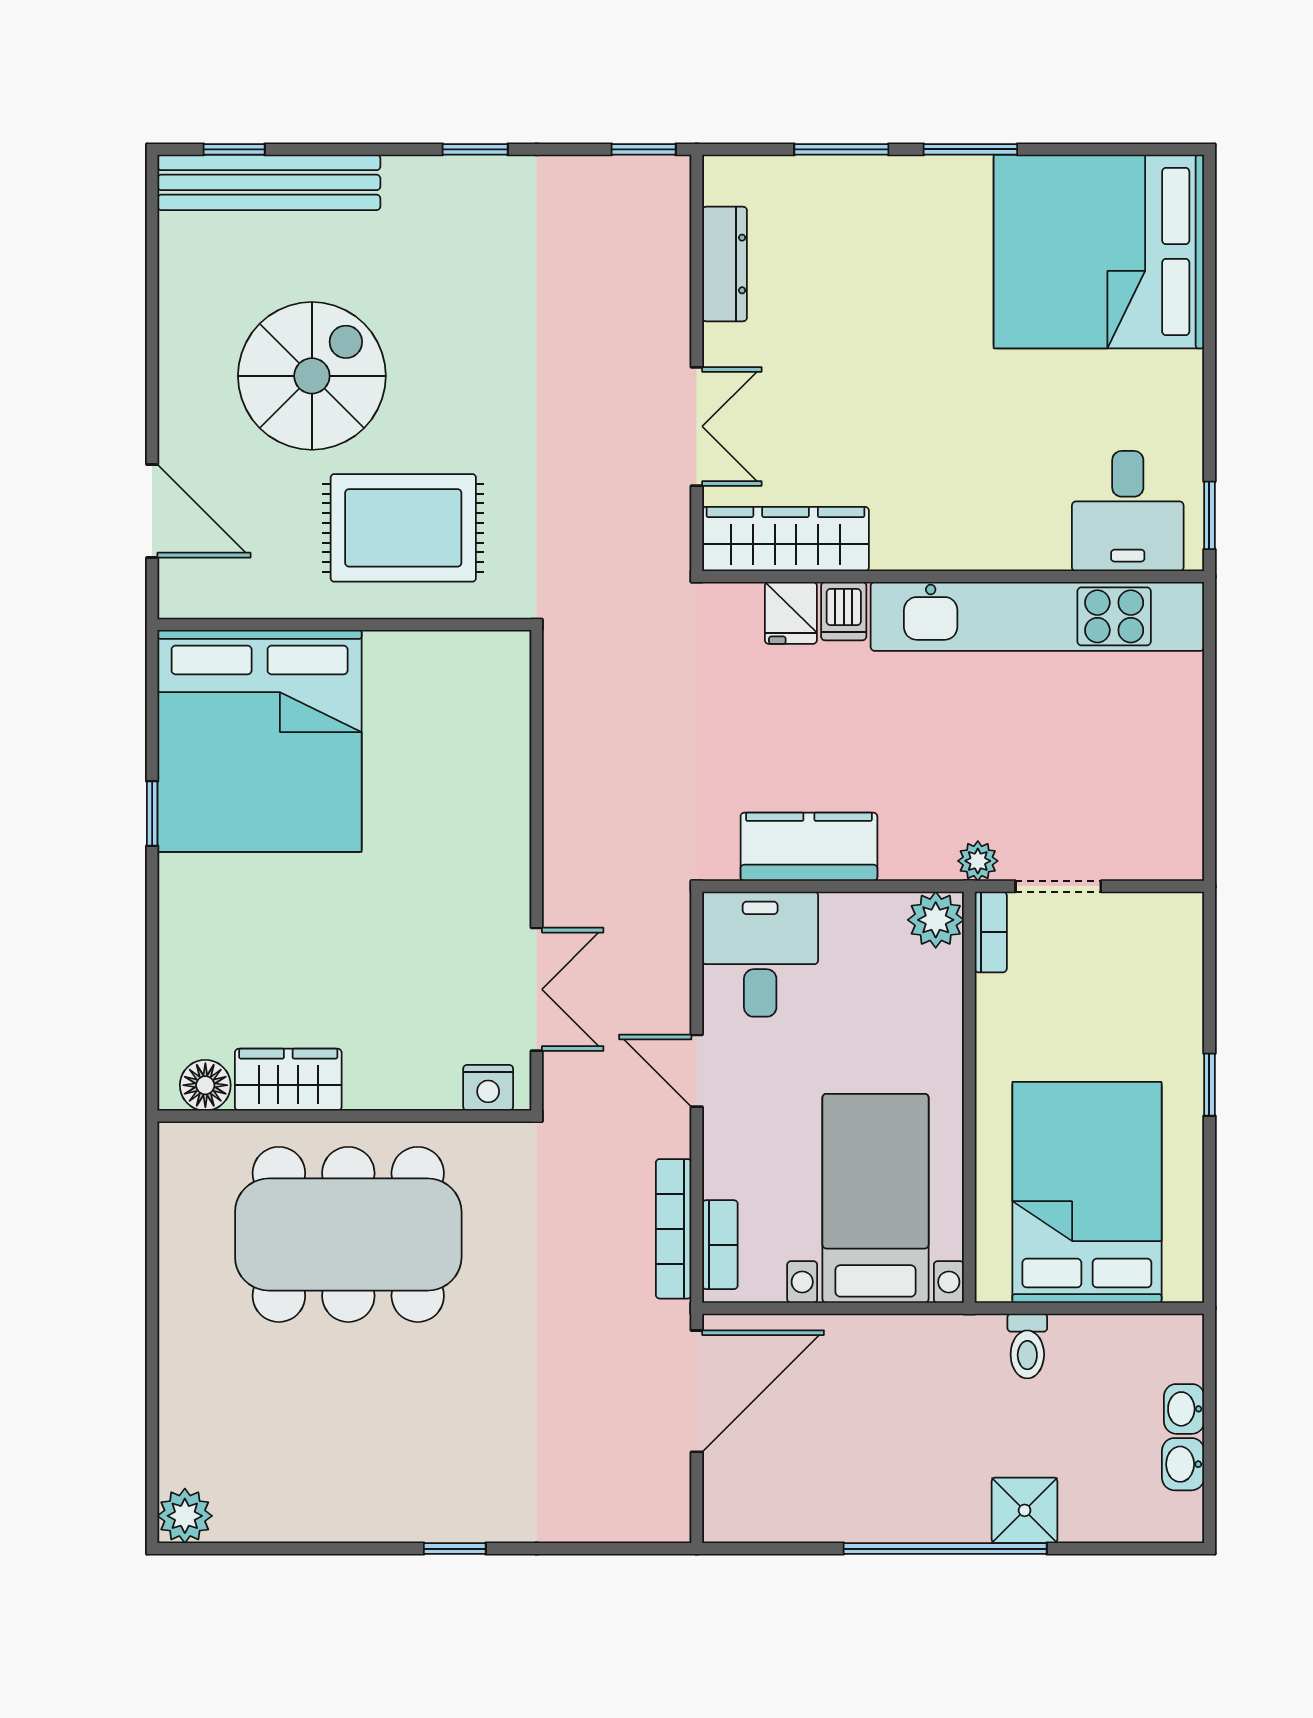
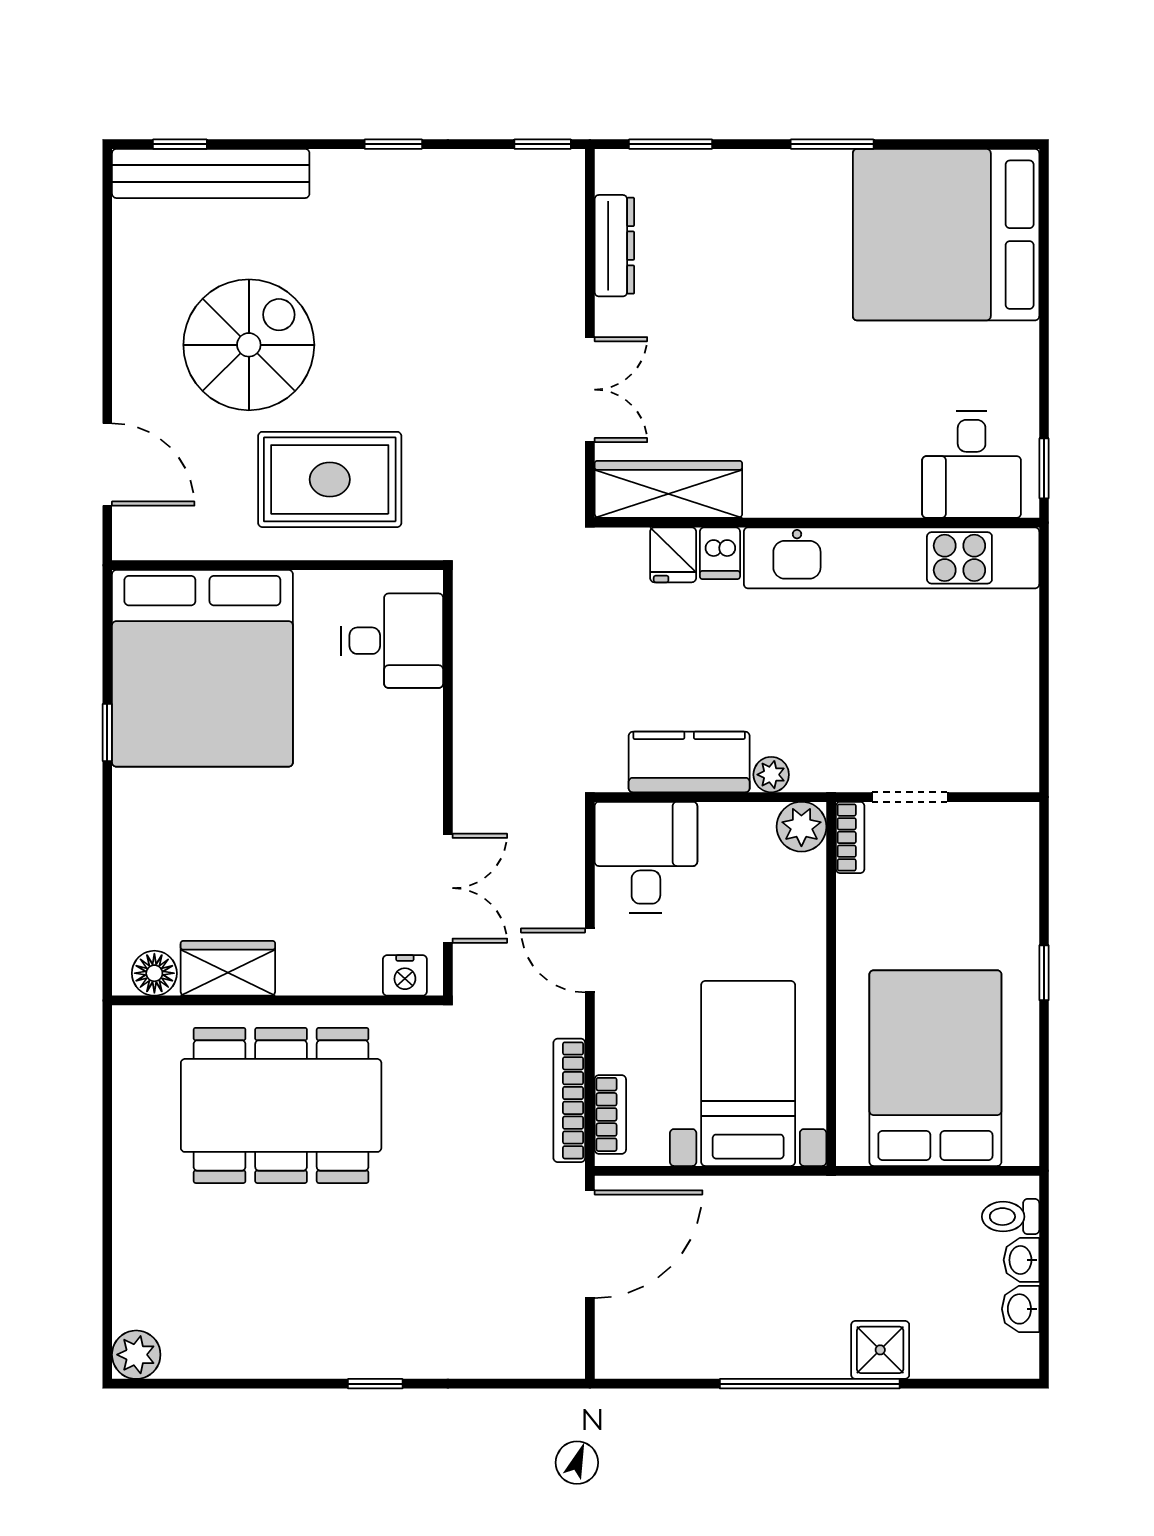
window: (841, 149) -> (671, 144), moved
desk: (474, 710) -> (392, 641), added
plant: (978, 861) -> (771, 775), moved
toilet: (1027, 1346) -> (1011, 1217), moved, turned 90

